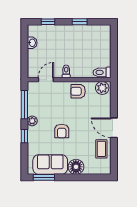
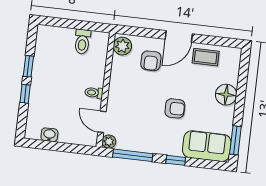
window: (48, 22) -> (25, 94), moved
toilet: (102, 72) -> (82, 42), moved
armchair: (78, 91) -> (151, 61), moved
plant: (32, 121) -> (109, 142), moved
sofa: (50, 165) -> (207, 146), moved, turned 90

